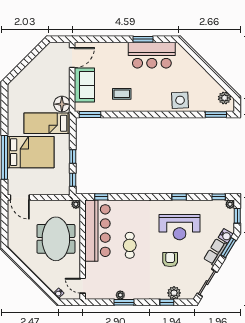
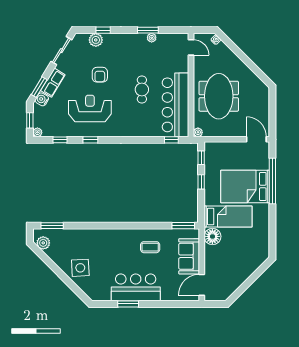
bar counter: (152, 55) -> (136, 287), moved
side table: (180, 100) -> (80, 268), moved
window: (219, 197) -> (60, 140), moved

